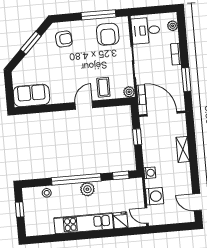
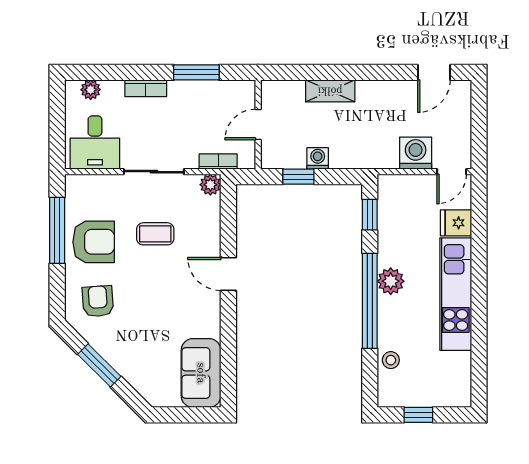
armchair: (108, 34) -> (94, 242), moved
coffee table: (103, 87) -> (155, 234), moved
door: (162, 114) -> (258, 125), width x0.53
washing machine: (150, 173) -> (318, 158), moved

